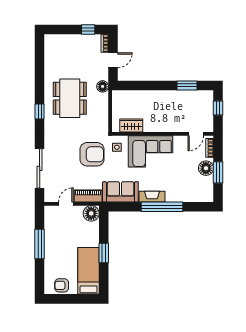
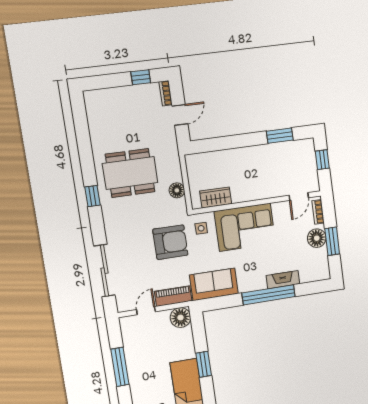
floor lamp: (103, 86) -> (177, 190), moved
dining table: (70, 98) -> (130, 173), turned 90
fireplace: (152, 197) -> (283, 280), moved

